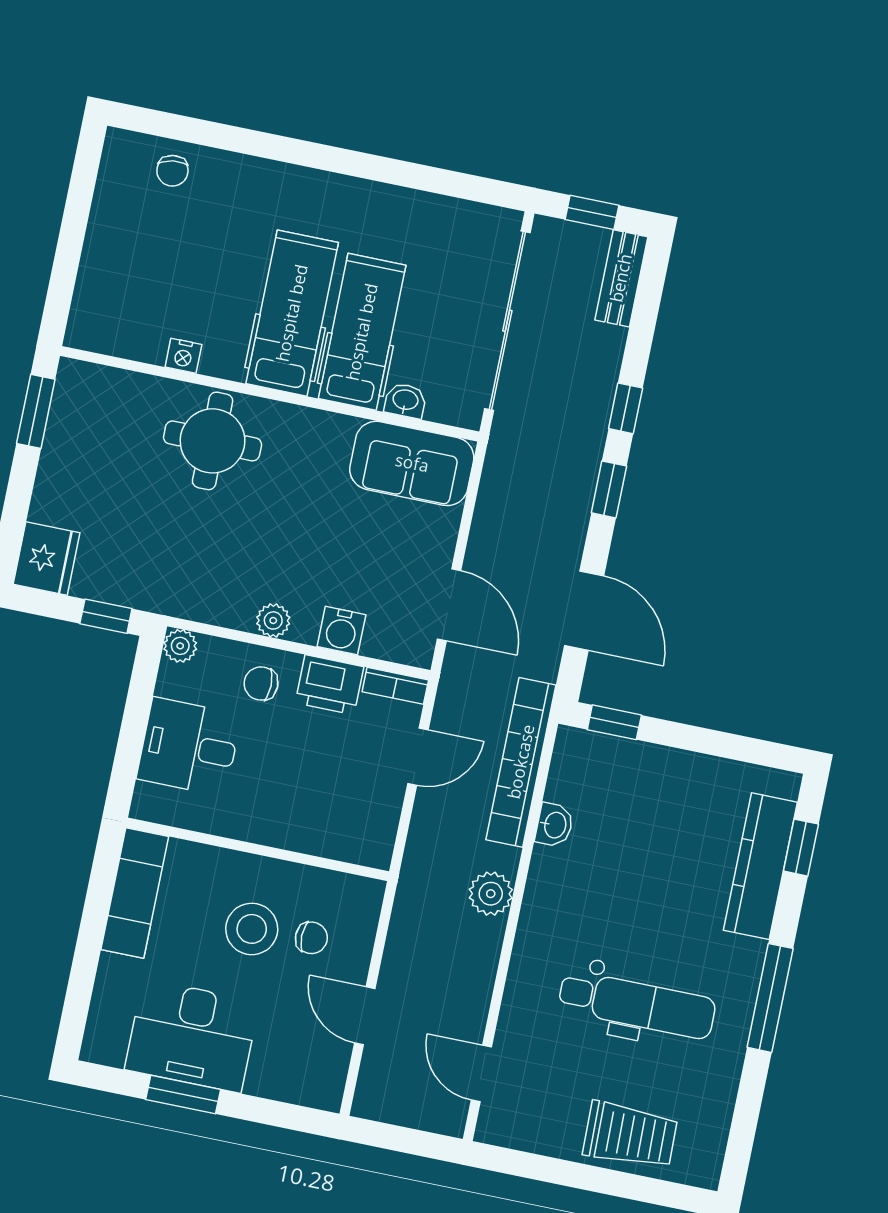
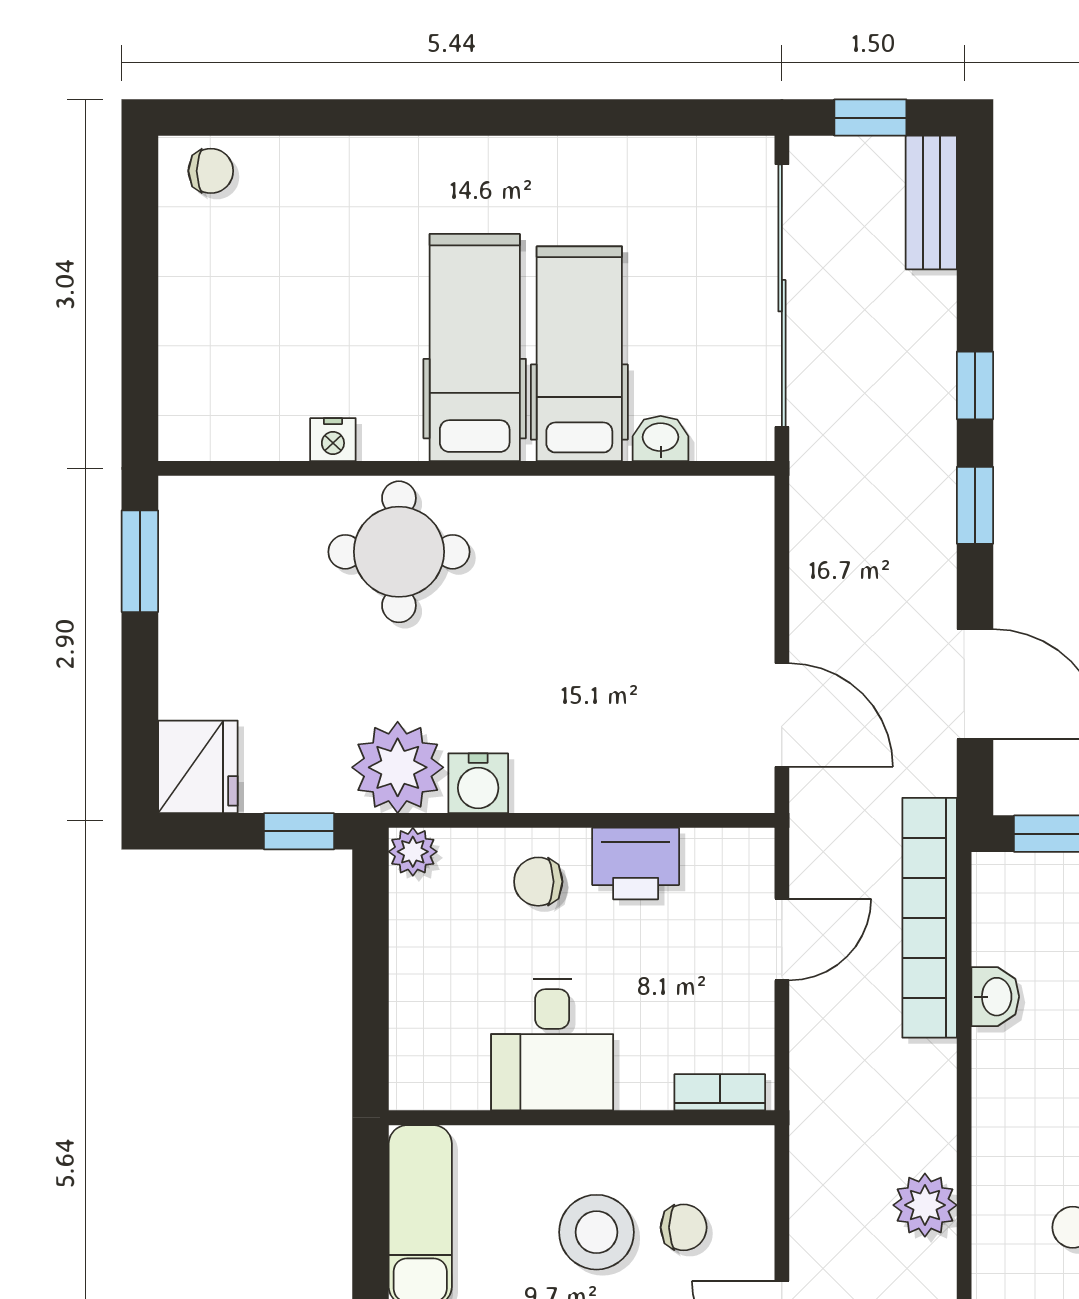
chair: (172, 171) -> (211, 171), moved, turned -82
sofa: (412, 463) -> (688, 526), removed
plant: (273, 620) -> (398, 767), moved, width x1.88, depth x1.88
water cooler: (341, 631) -> (478, 783), moved
bookcase: (395, 686) -> (720, 1092), moved, turned 180
desk: (189, 747) -> (552, 1045), moved, turned -90
plant: (491, 894) -> (925, 1205), moved

